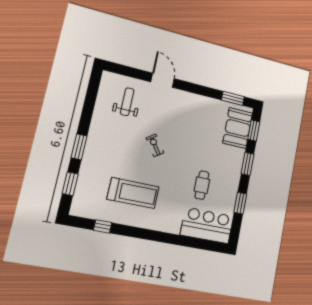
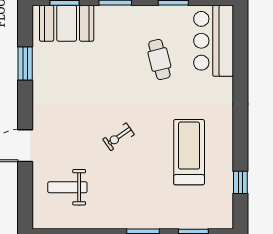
window: (233, 98) -> (25, 63), moved
cafe table: (202, 185) -> (159, 60), turned 76

